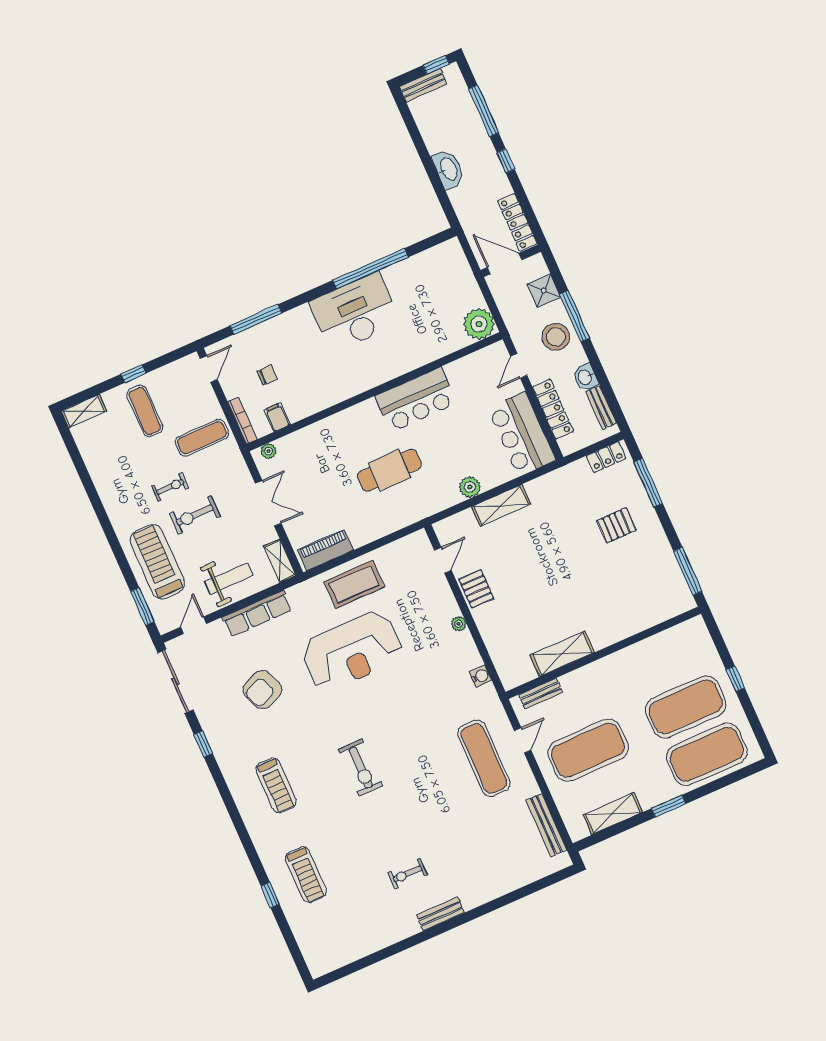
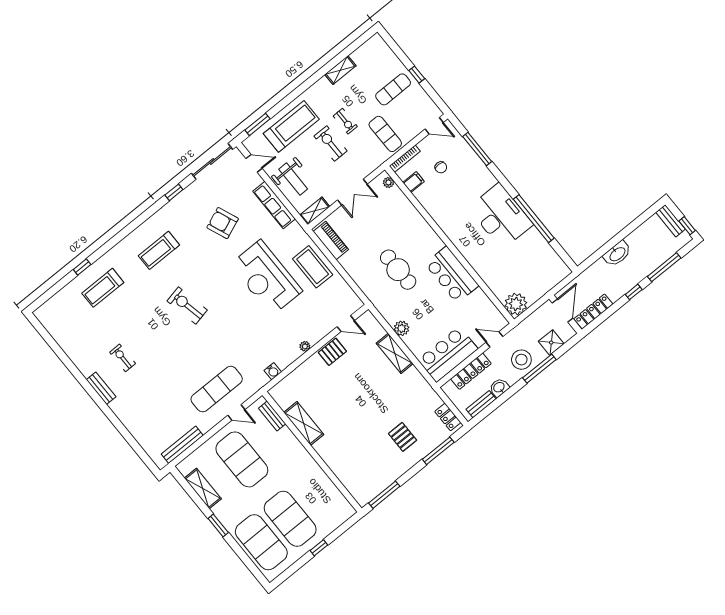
shelving: (84, 411) -> (340, 70), moved, turned 90
exercise bike: (361, 768) -> (187, 306), turned 78

